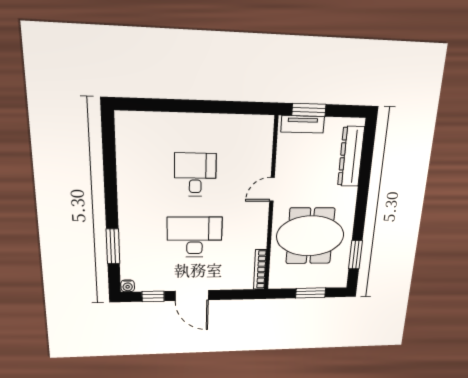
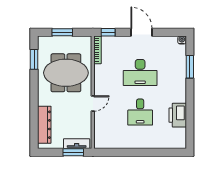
printer: (131, 169) -> (178, 115), added
window: (153, 296) -> (108, 32), moved

